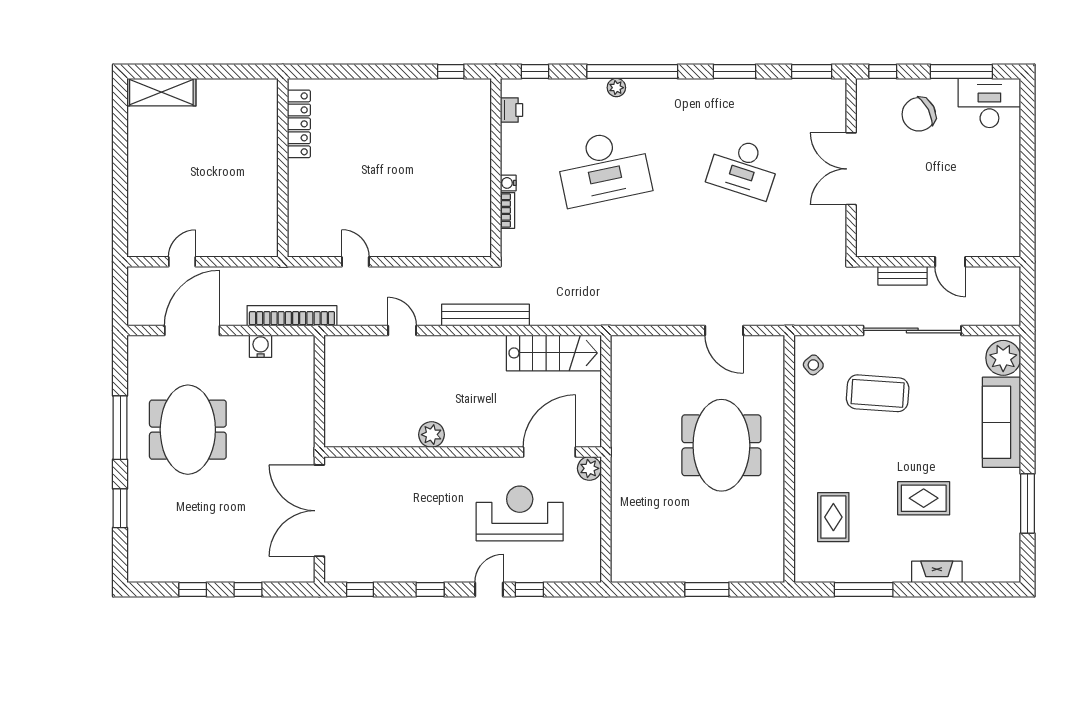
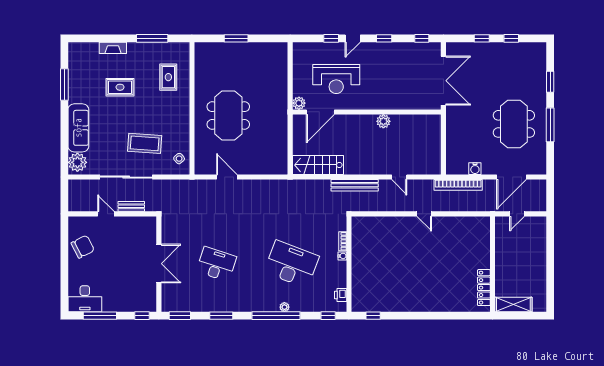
shelving: (161, 92) -> (513, 305), moved
chair: (919, 114) -> (83, 247), moved
locker: (299, 124) -> (484, 288), moved
wall: (283, 168) -> (493, 264), moved
desk: (603, 168) -> (291, 264), turned 33

